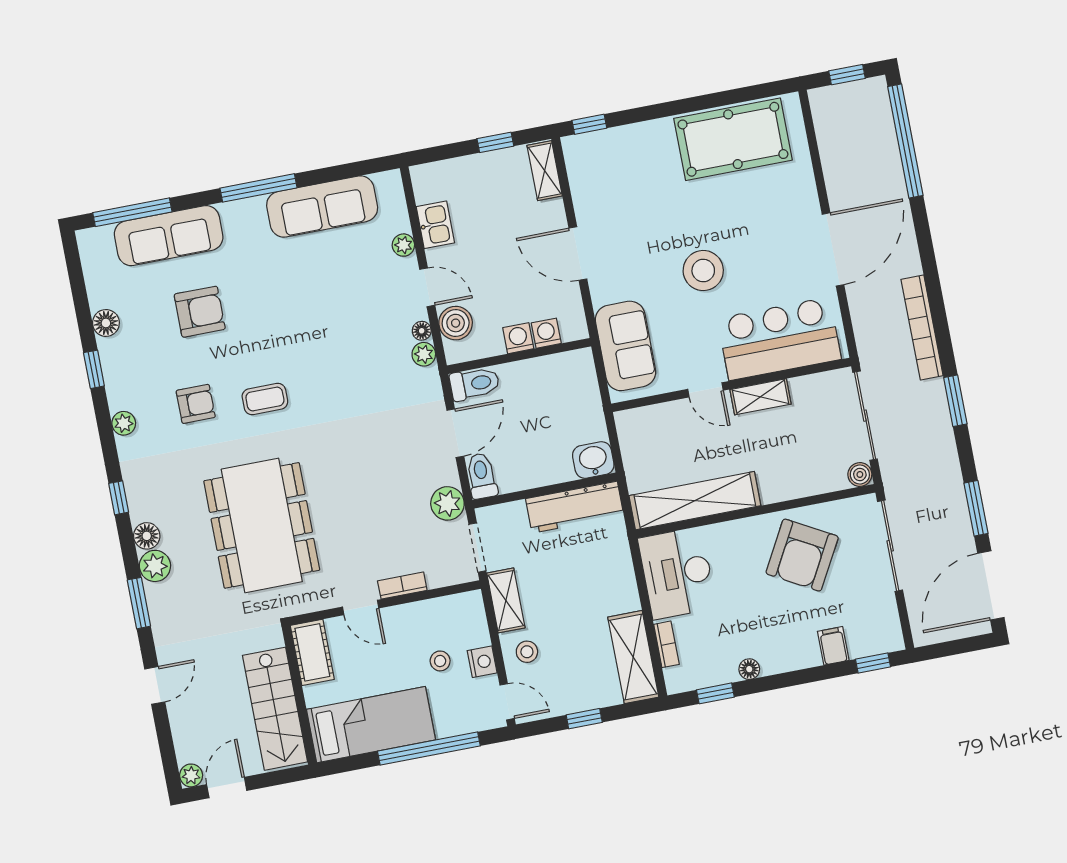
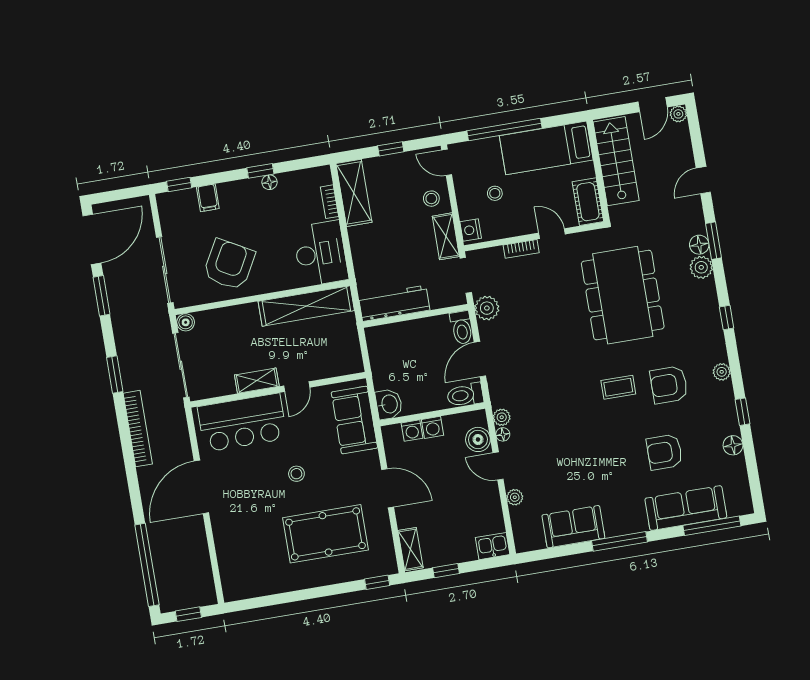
pool table: (733, 139) -> (325, 534), moved
sofa: (322, 206) -> (573, 527), width x0.73
kitchen sink: (435, 225) -> (493, 546), moved, turned 90
stool: (703, 271) -> (296, 474), width x0.53, depth x0.53
door: (706, 390) -> (297, 387), swing flipped
armchair: (196, 404) -> (669, 385), width x1.38, depth x1.38
washbasin: (593, 460) -> (389, 404), moved, turned -90
floor lamp: (147, 536) -> (699, 245), moved
nightstand: (482, 662) -> (471, 230), moved
window: (715, 693) -> (260, 171), moved

